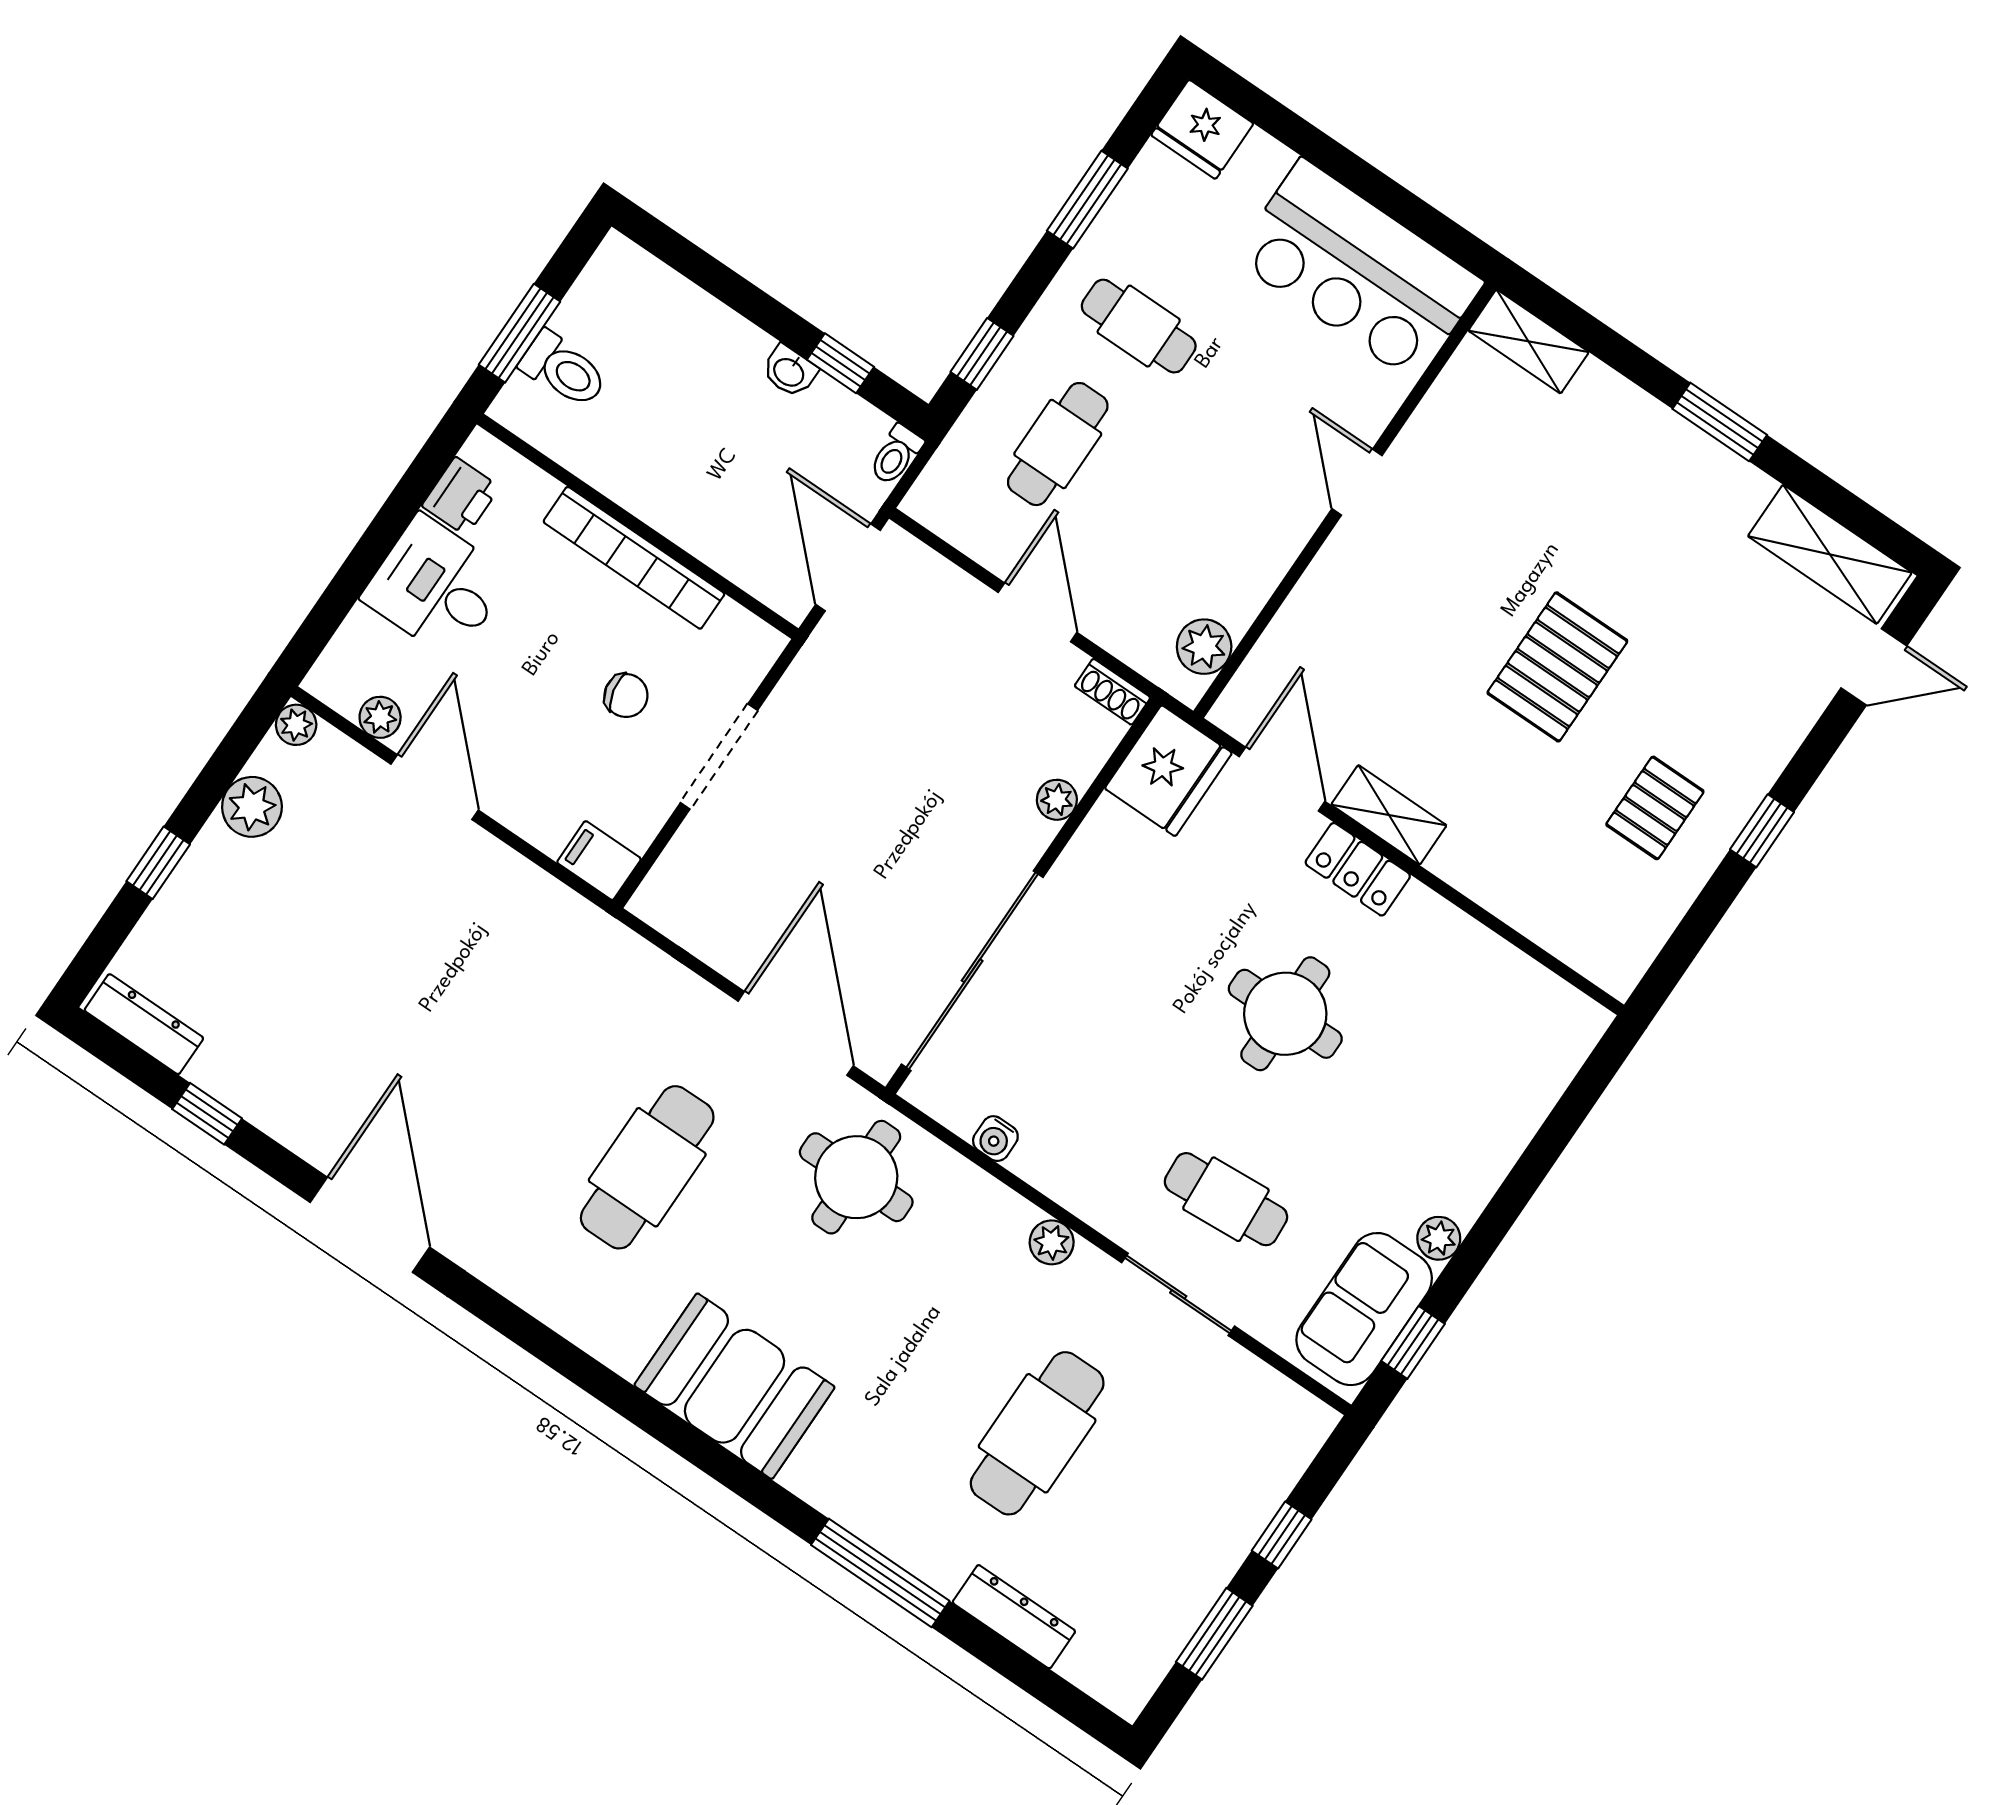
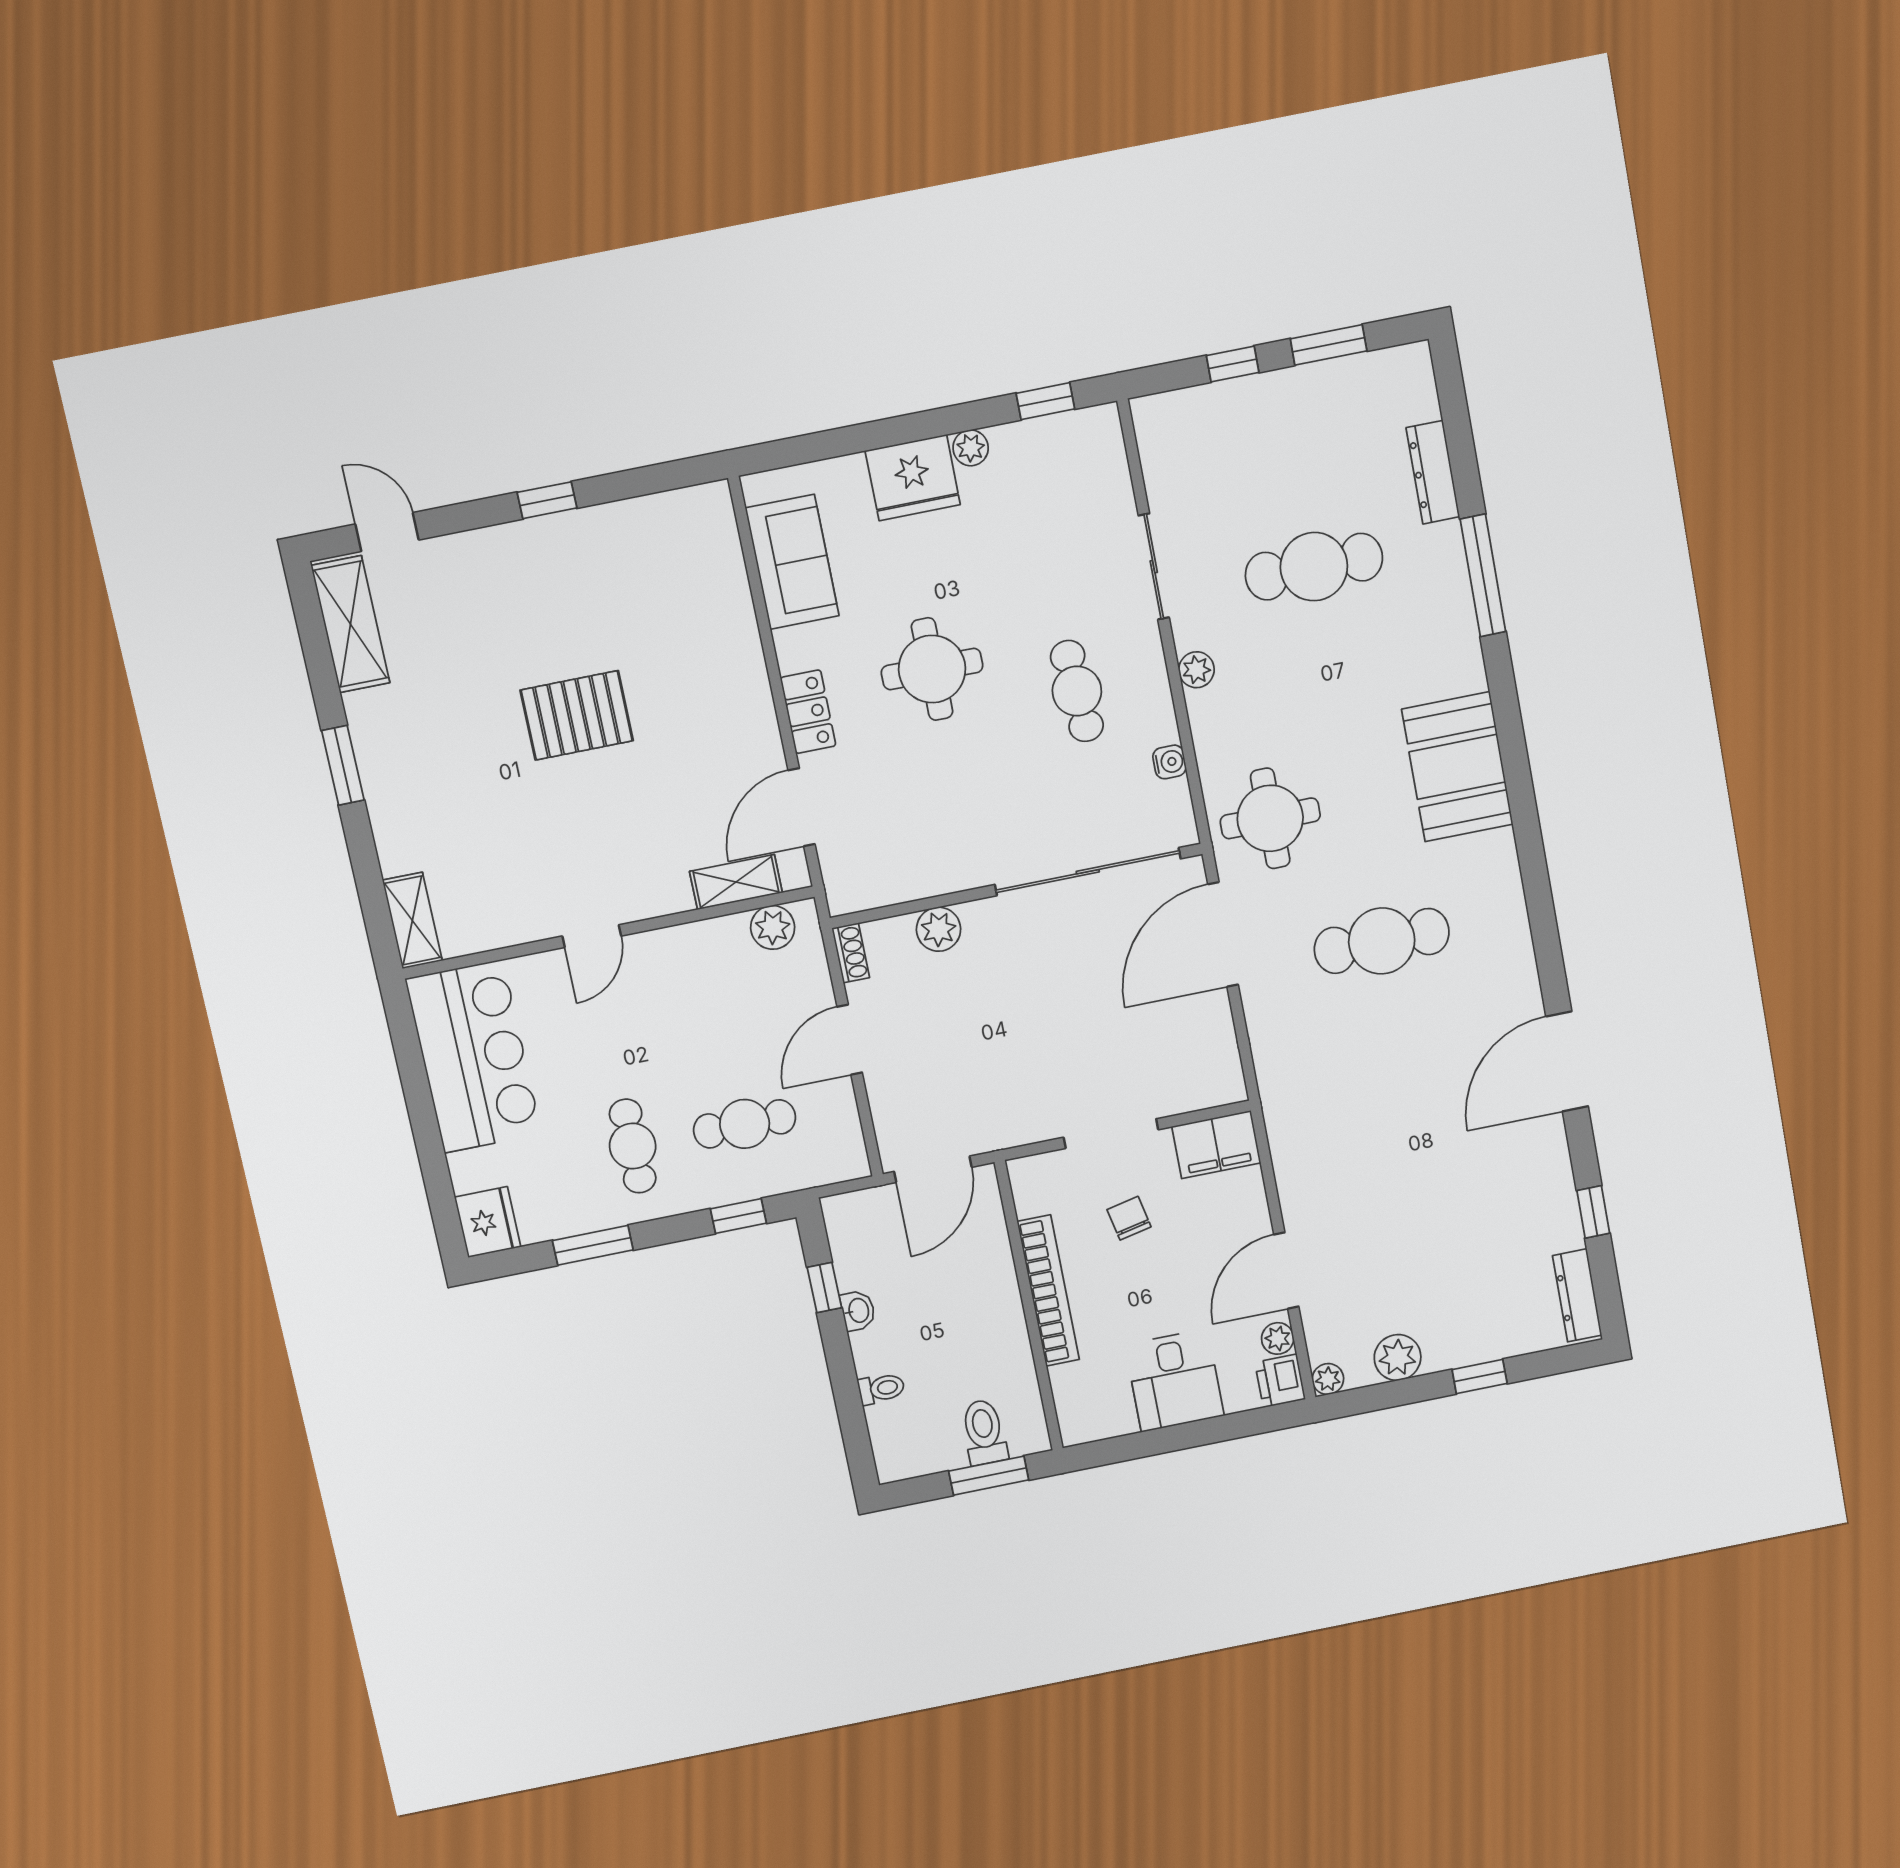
toilet: (896, 455) -> (881, 1389), moved
printer: (461, 496) -> (1280, 1381), moved, turned -90
fridge: (1168, 771) -> (913, 478), moved, turned 180
plant: (1057, 800) -> (939, 929), width x1.38, depth x1.38
pallet: (1655, 808) -> (598, 576), removed
shelving: (1389, 815) -> (736, 882), moved, turned 90
filing cabinet: (599, 861) -> (1216, 1145), width x2.00
cafe table: (1226, 1199) -> (1077, 691), moved
sofa: (1364, 1309) -> (792, 562), moved, turned -90

